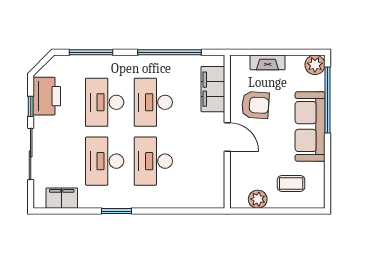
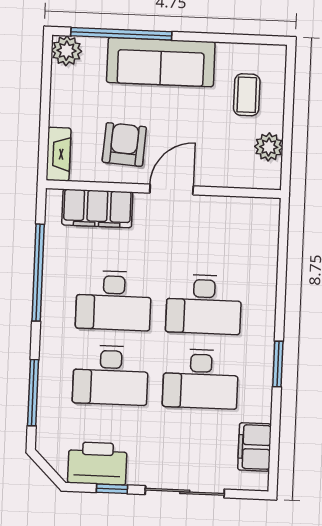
fireplace: (268, 62) -> (58, 154), moved

